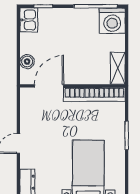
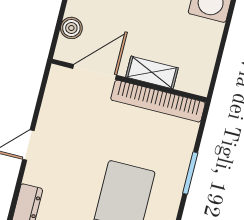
shelving: (118, 68) -> (152, 72), moved, turned 90

